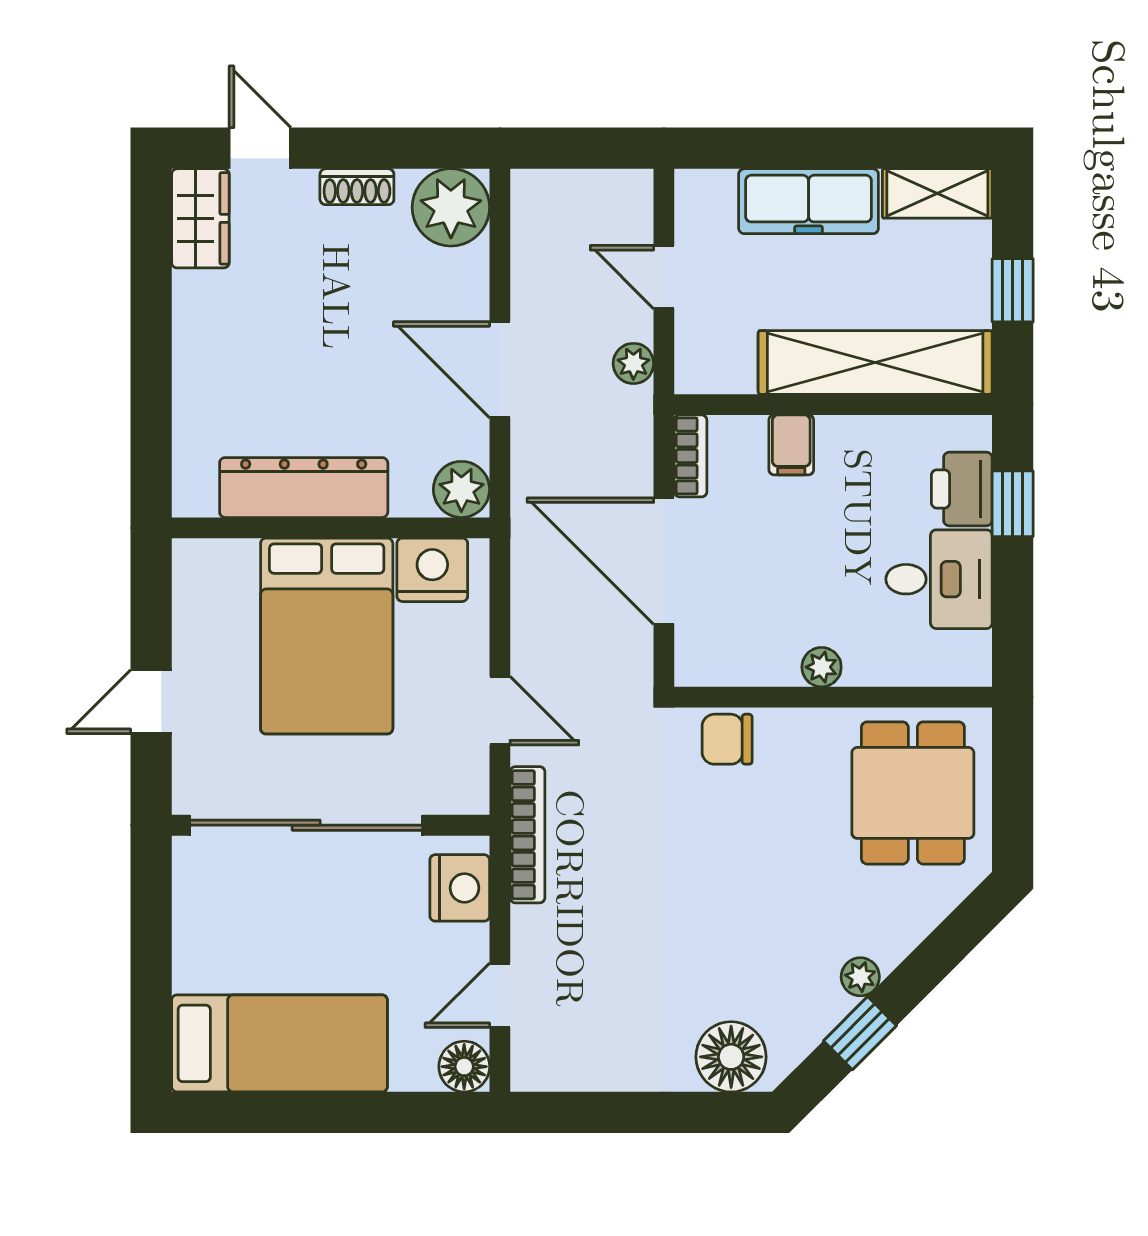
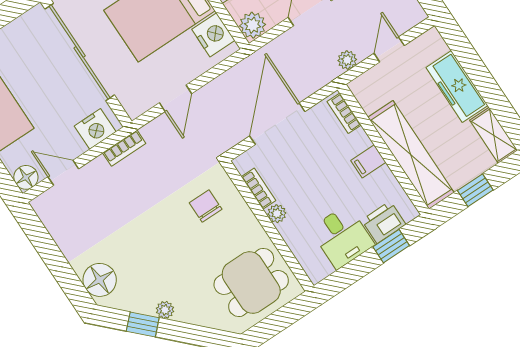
filing cabinet: (791, 445) -> (368, 161), moved
bookcase: (691, 456) -> (344, 113), moved, turned 90
bookcase: (756, 670) -> (259, 189), added
chair: (727, 739) -> (206, 206), moved
bookcase: (528, 835) -> (124, 148), width x0.64

